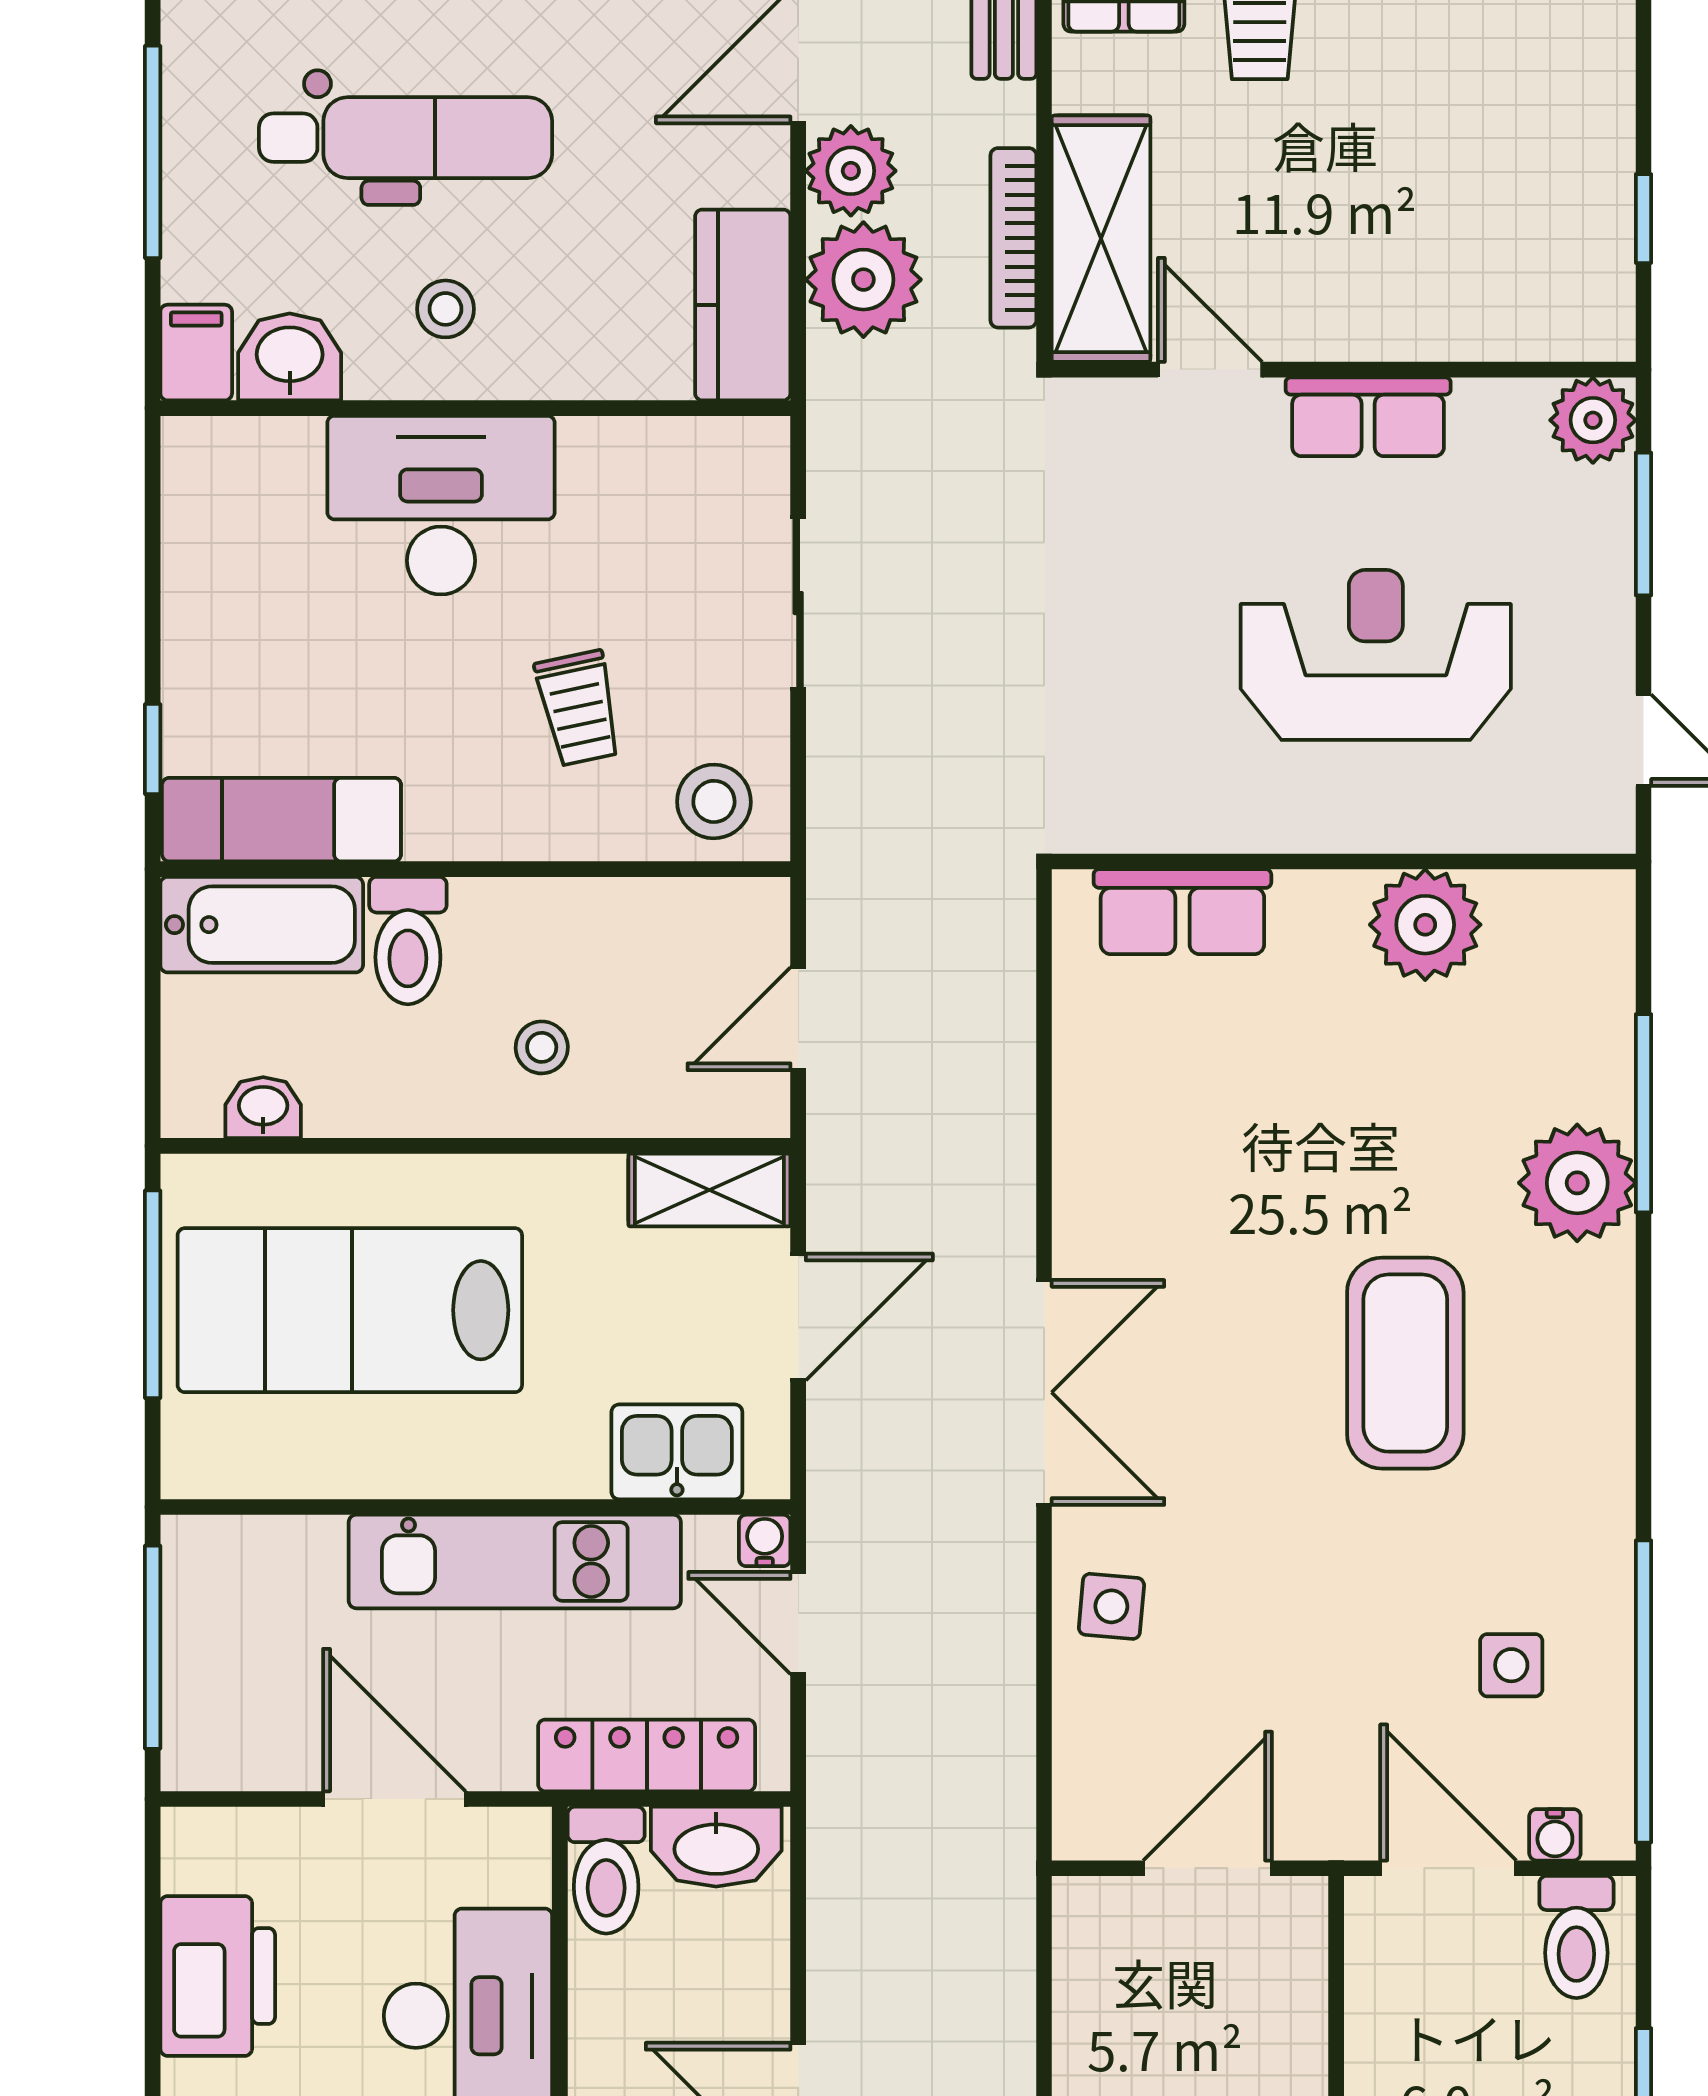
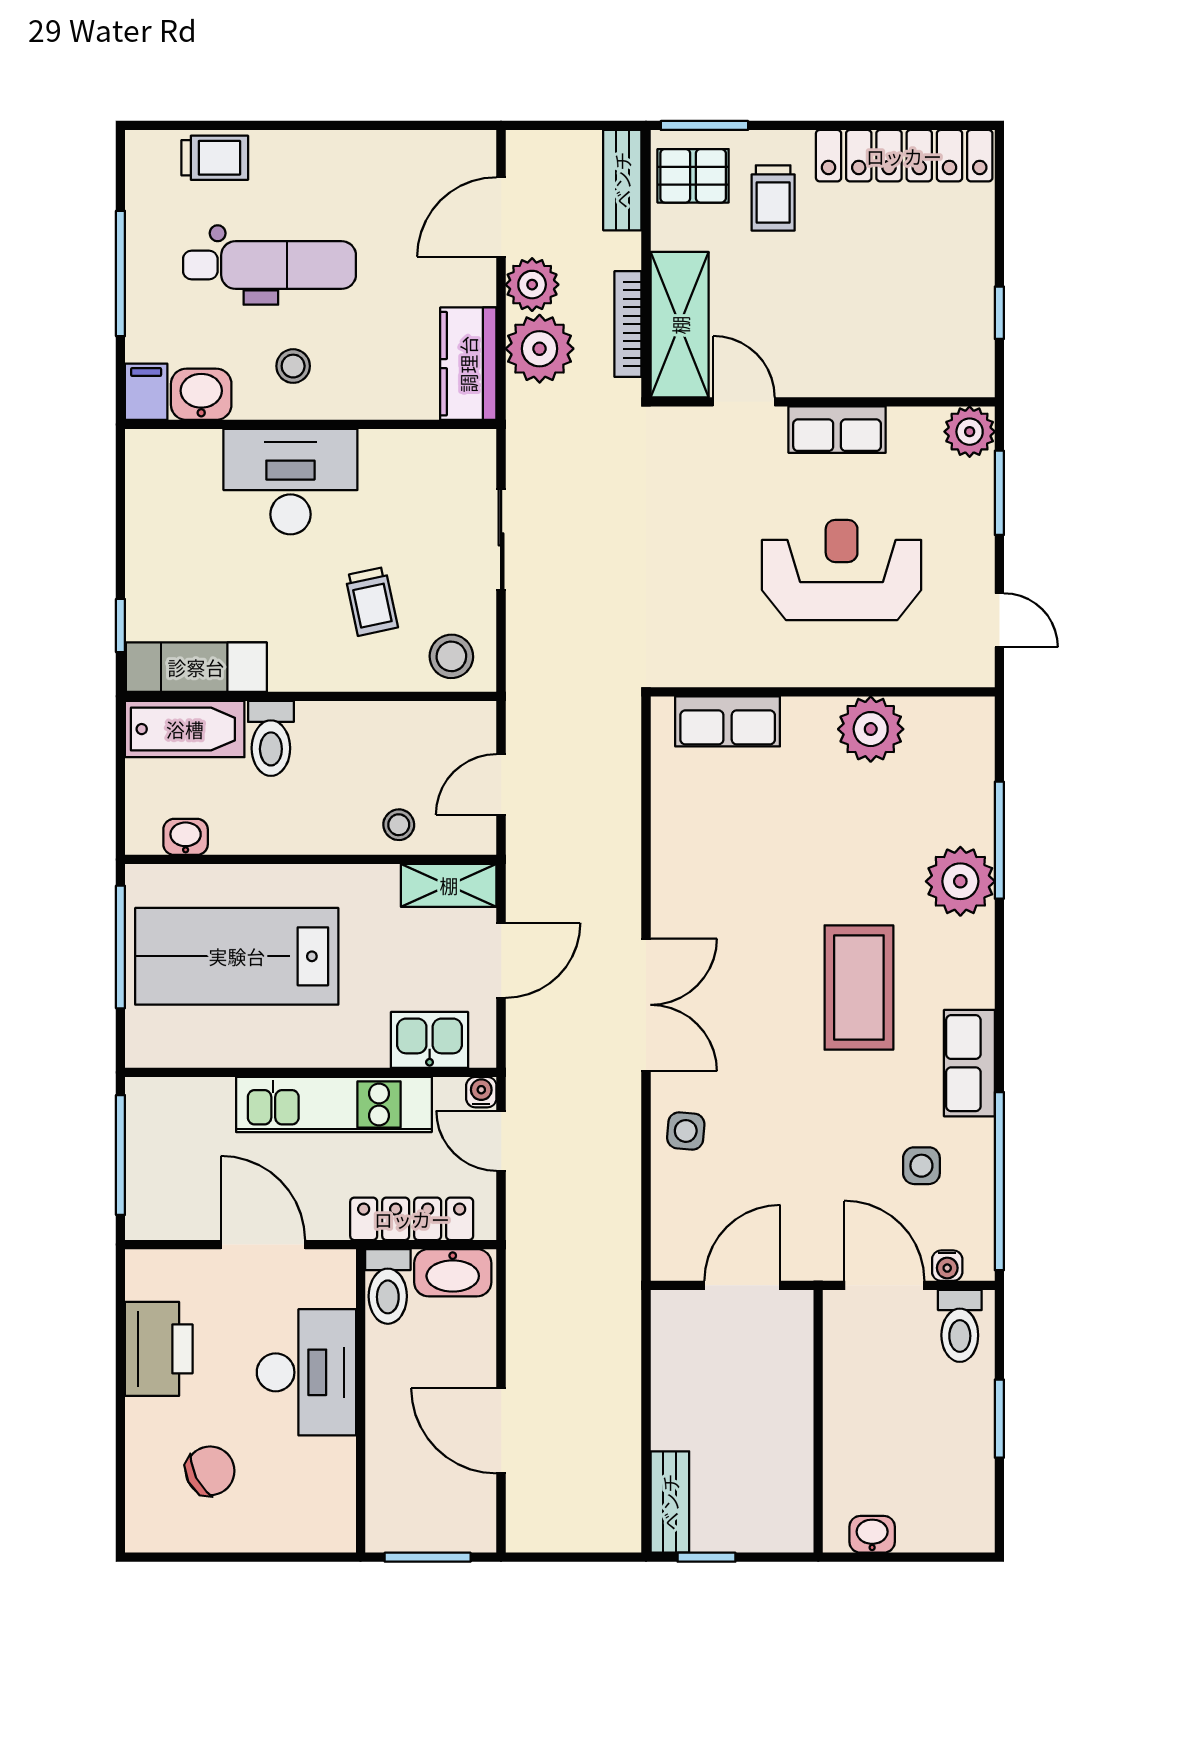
stool: (542, 1047) -> (399, 825), moved
row of seats: (1593, 1491) -> (969, 1063), added

